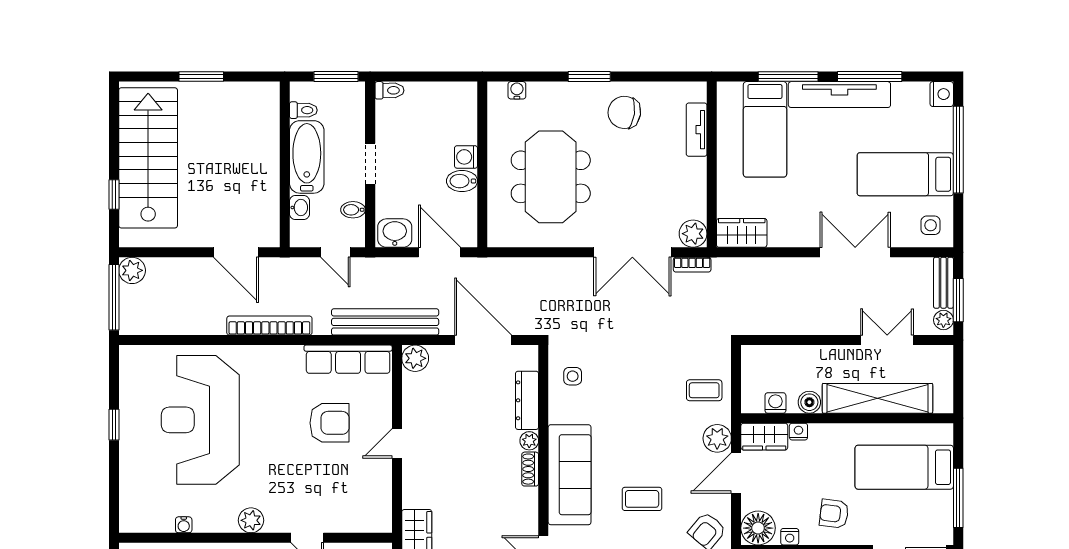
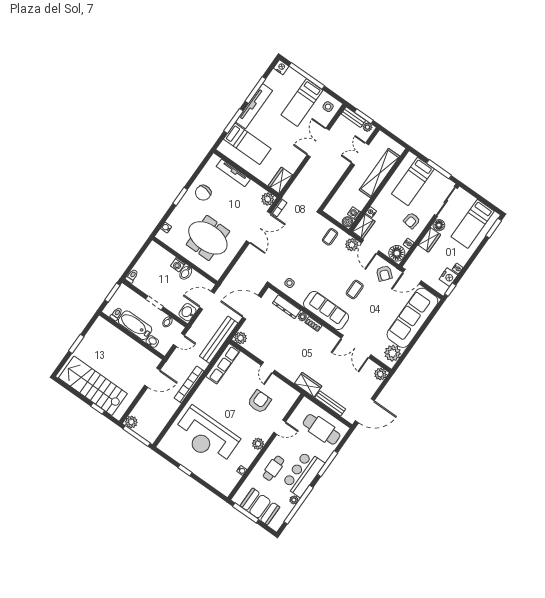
tv unit: (697, 130) -> (233, 173), width x1.41
boiler: (809, 402) -> (347, 222), moved
armchair: (330, 423) -> (259, 402), moved

